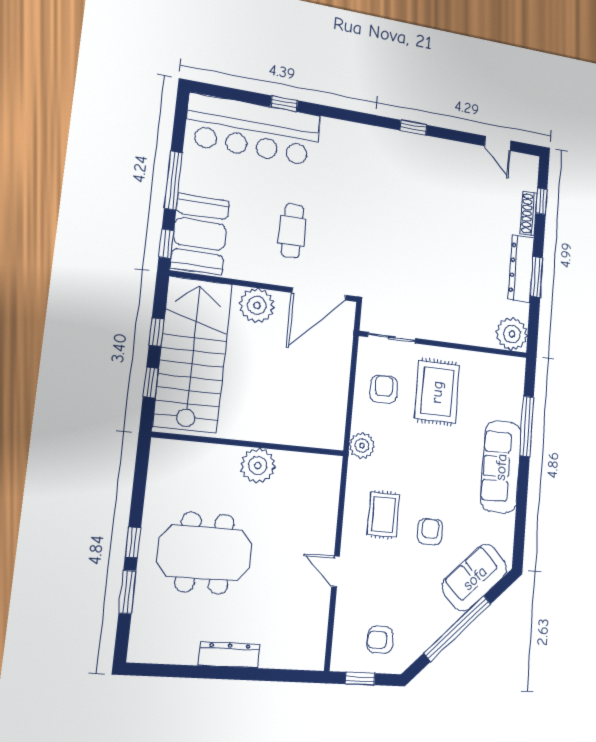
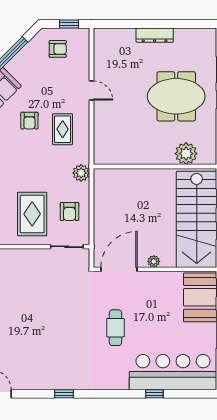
cafe table: (292, 231) -> (115, 328), moved
plant: (257, 305) -> (154, 261), width x0.53, depth x0.53
plant: (258, 465) -> (186, 154), moved

